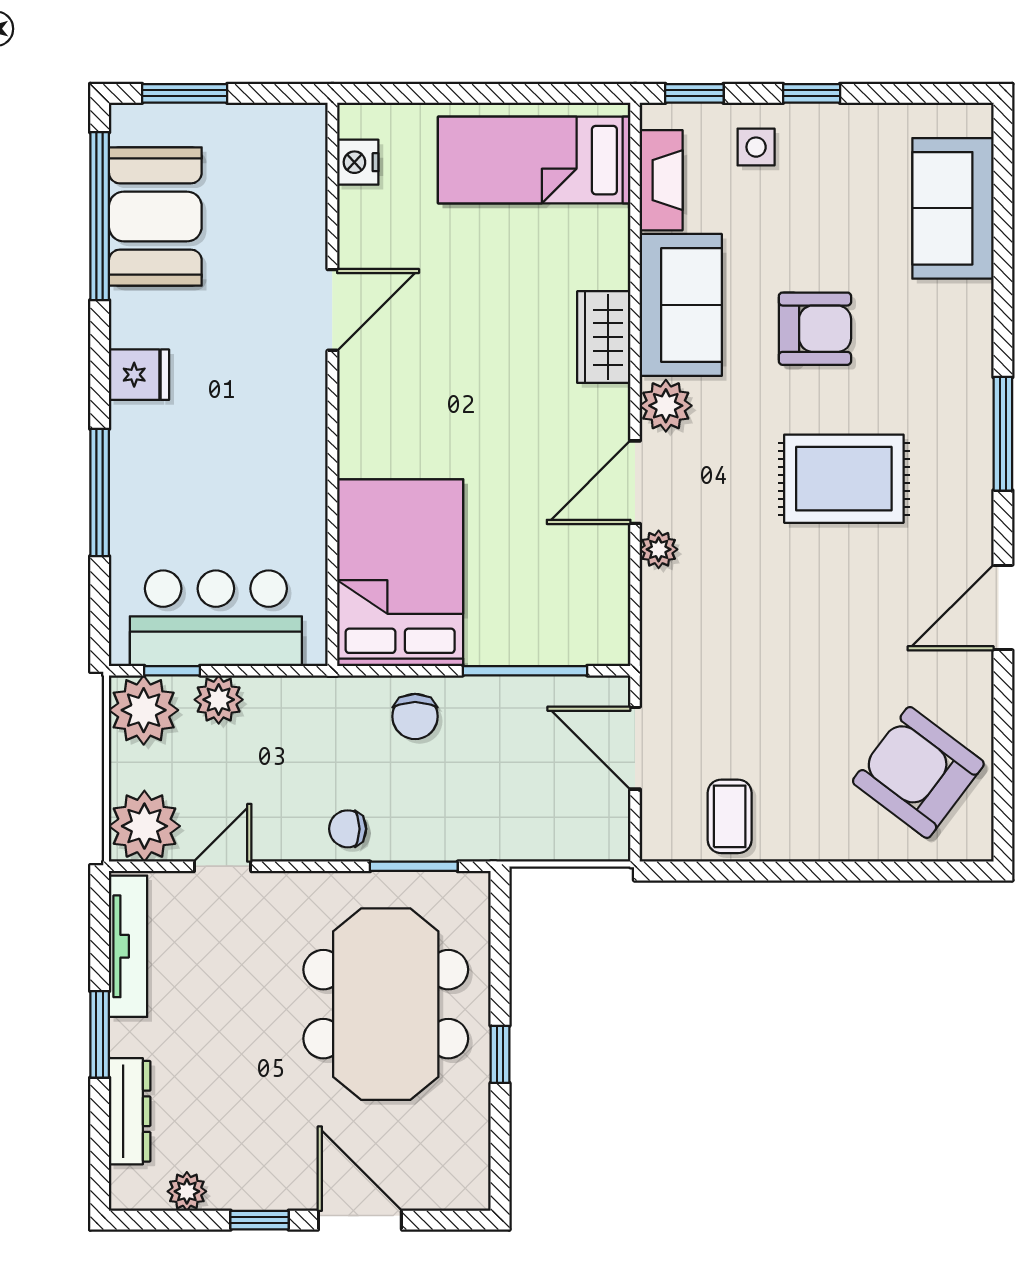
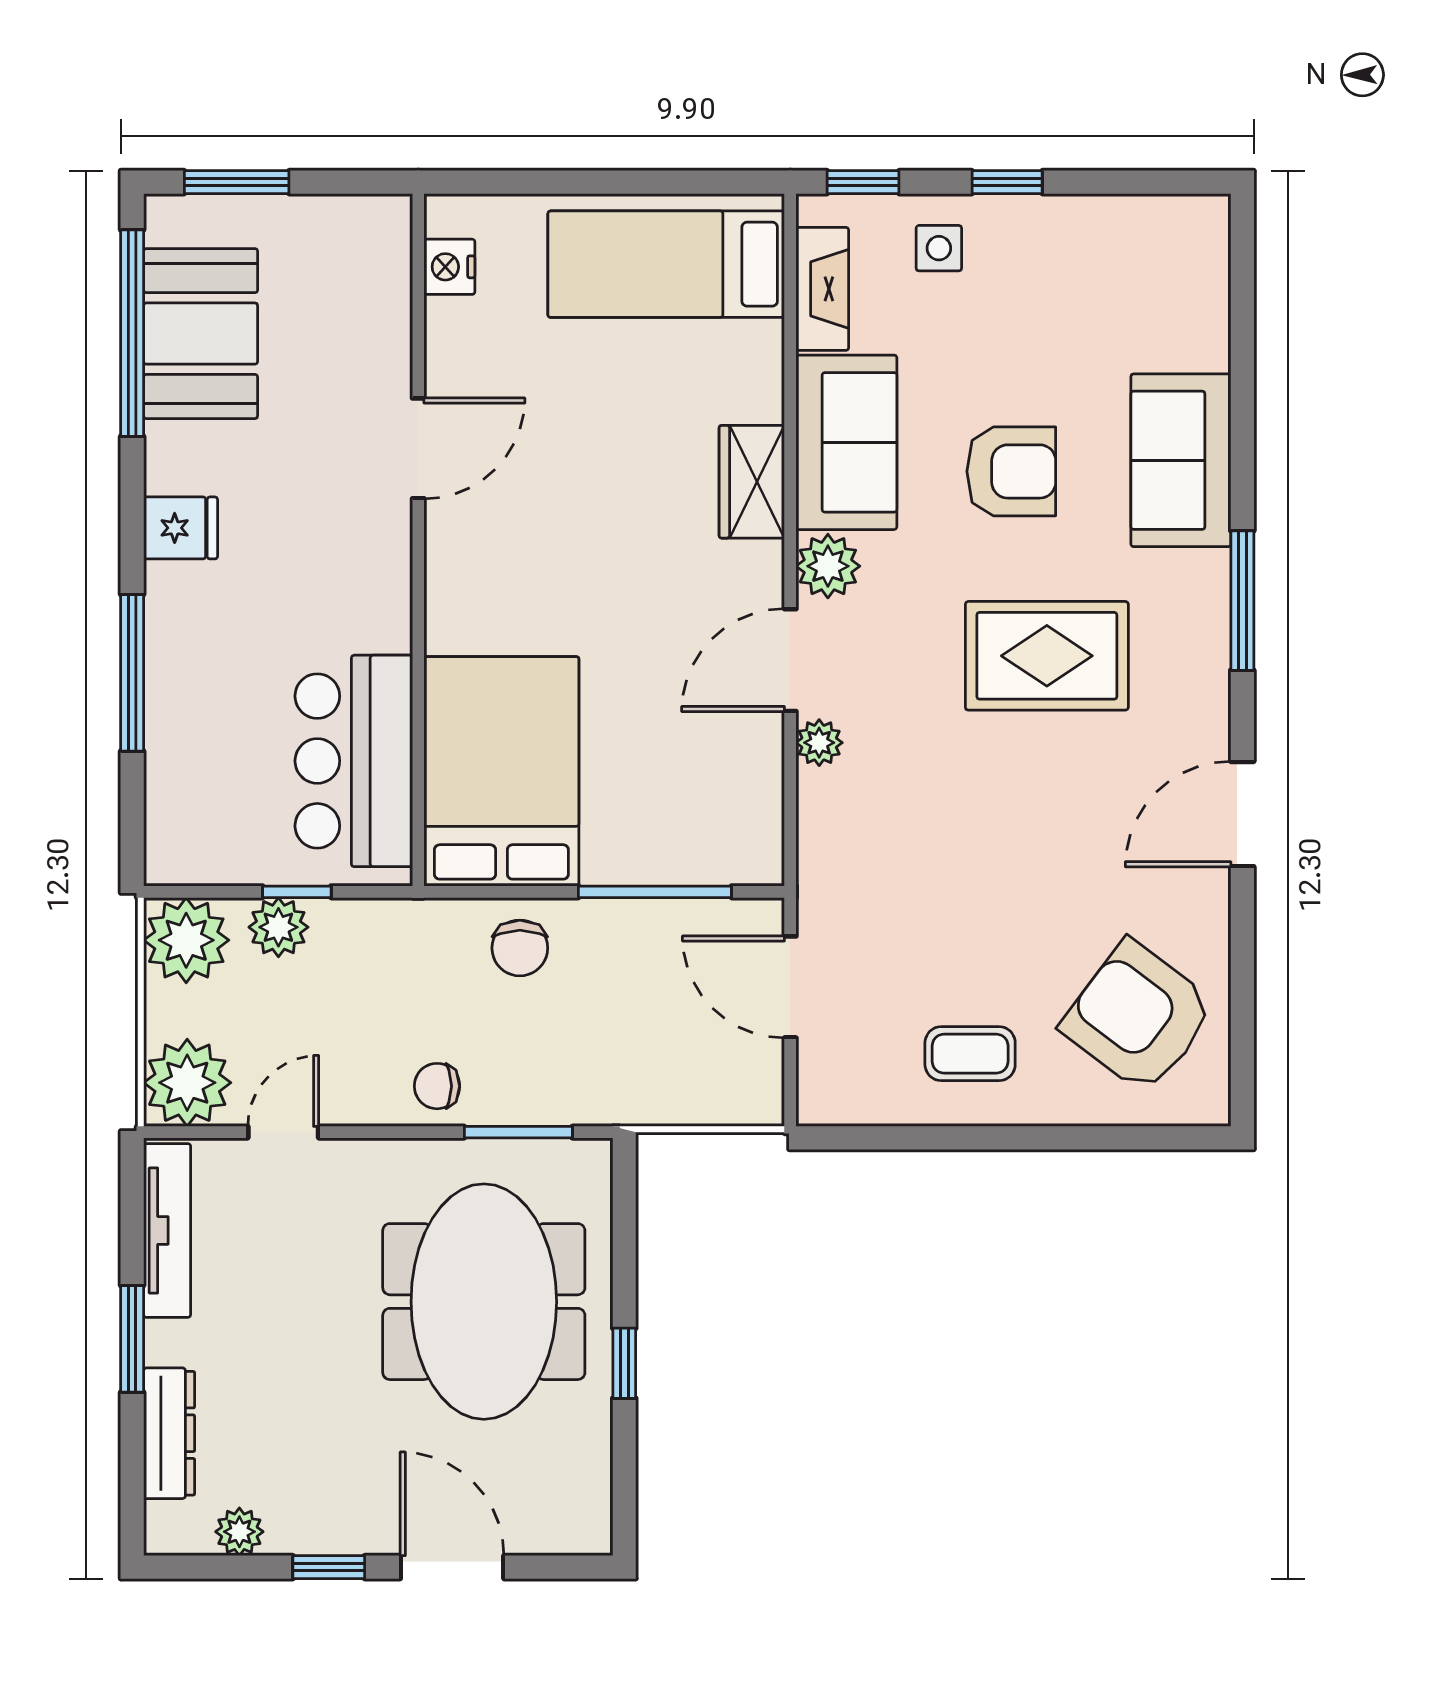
sofa: (953, 208) -> (1181, 460), moved
bar counter: (216, 618) -> (354, 761), moved, turned -90
window: (172, 671) -> (297, 892), moved
coffee table: (730, 816) -> (970, 1054), moved, turned 90

